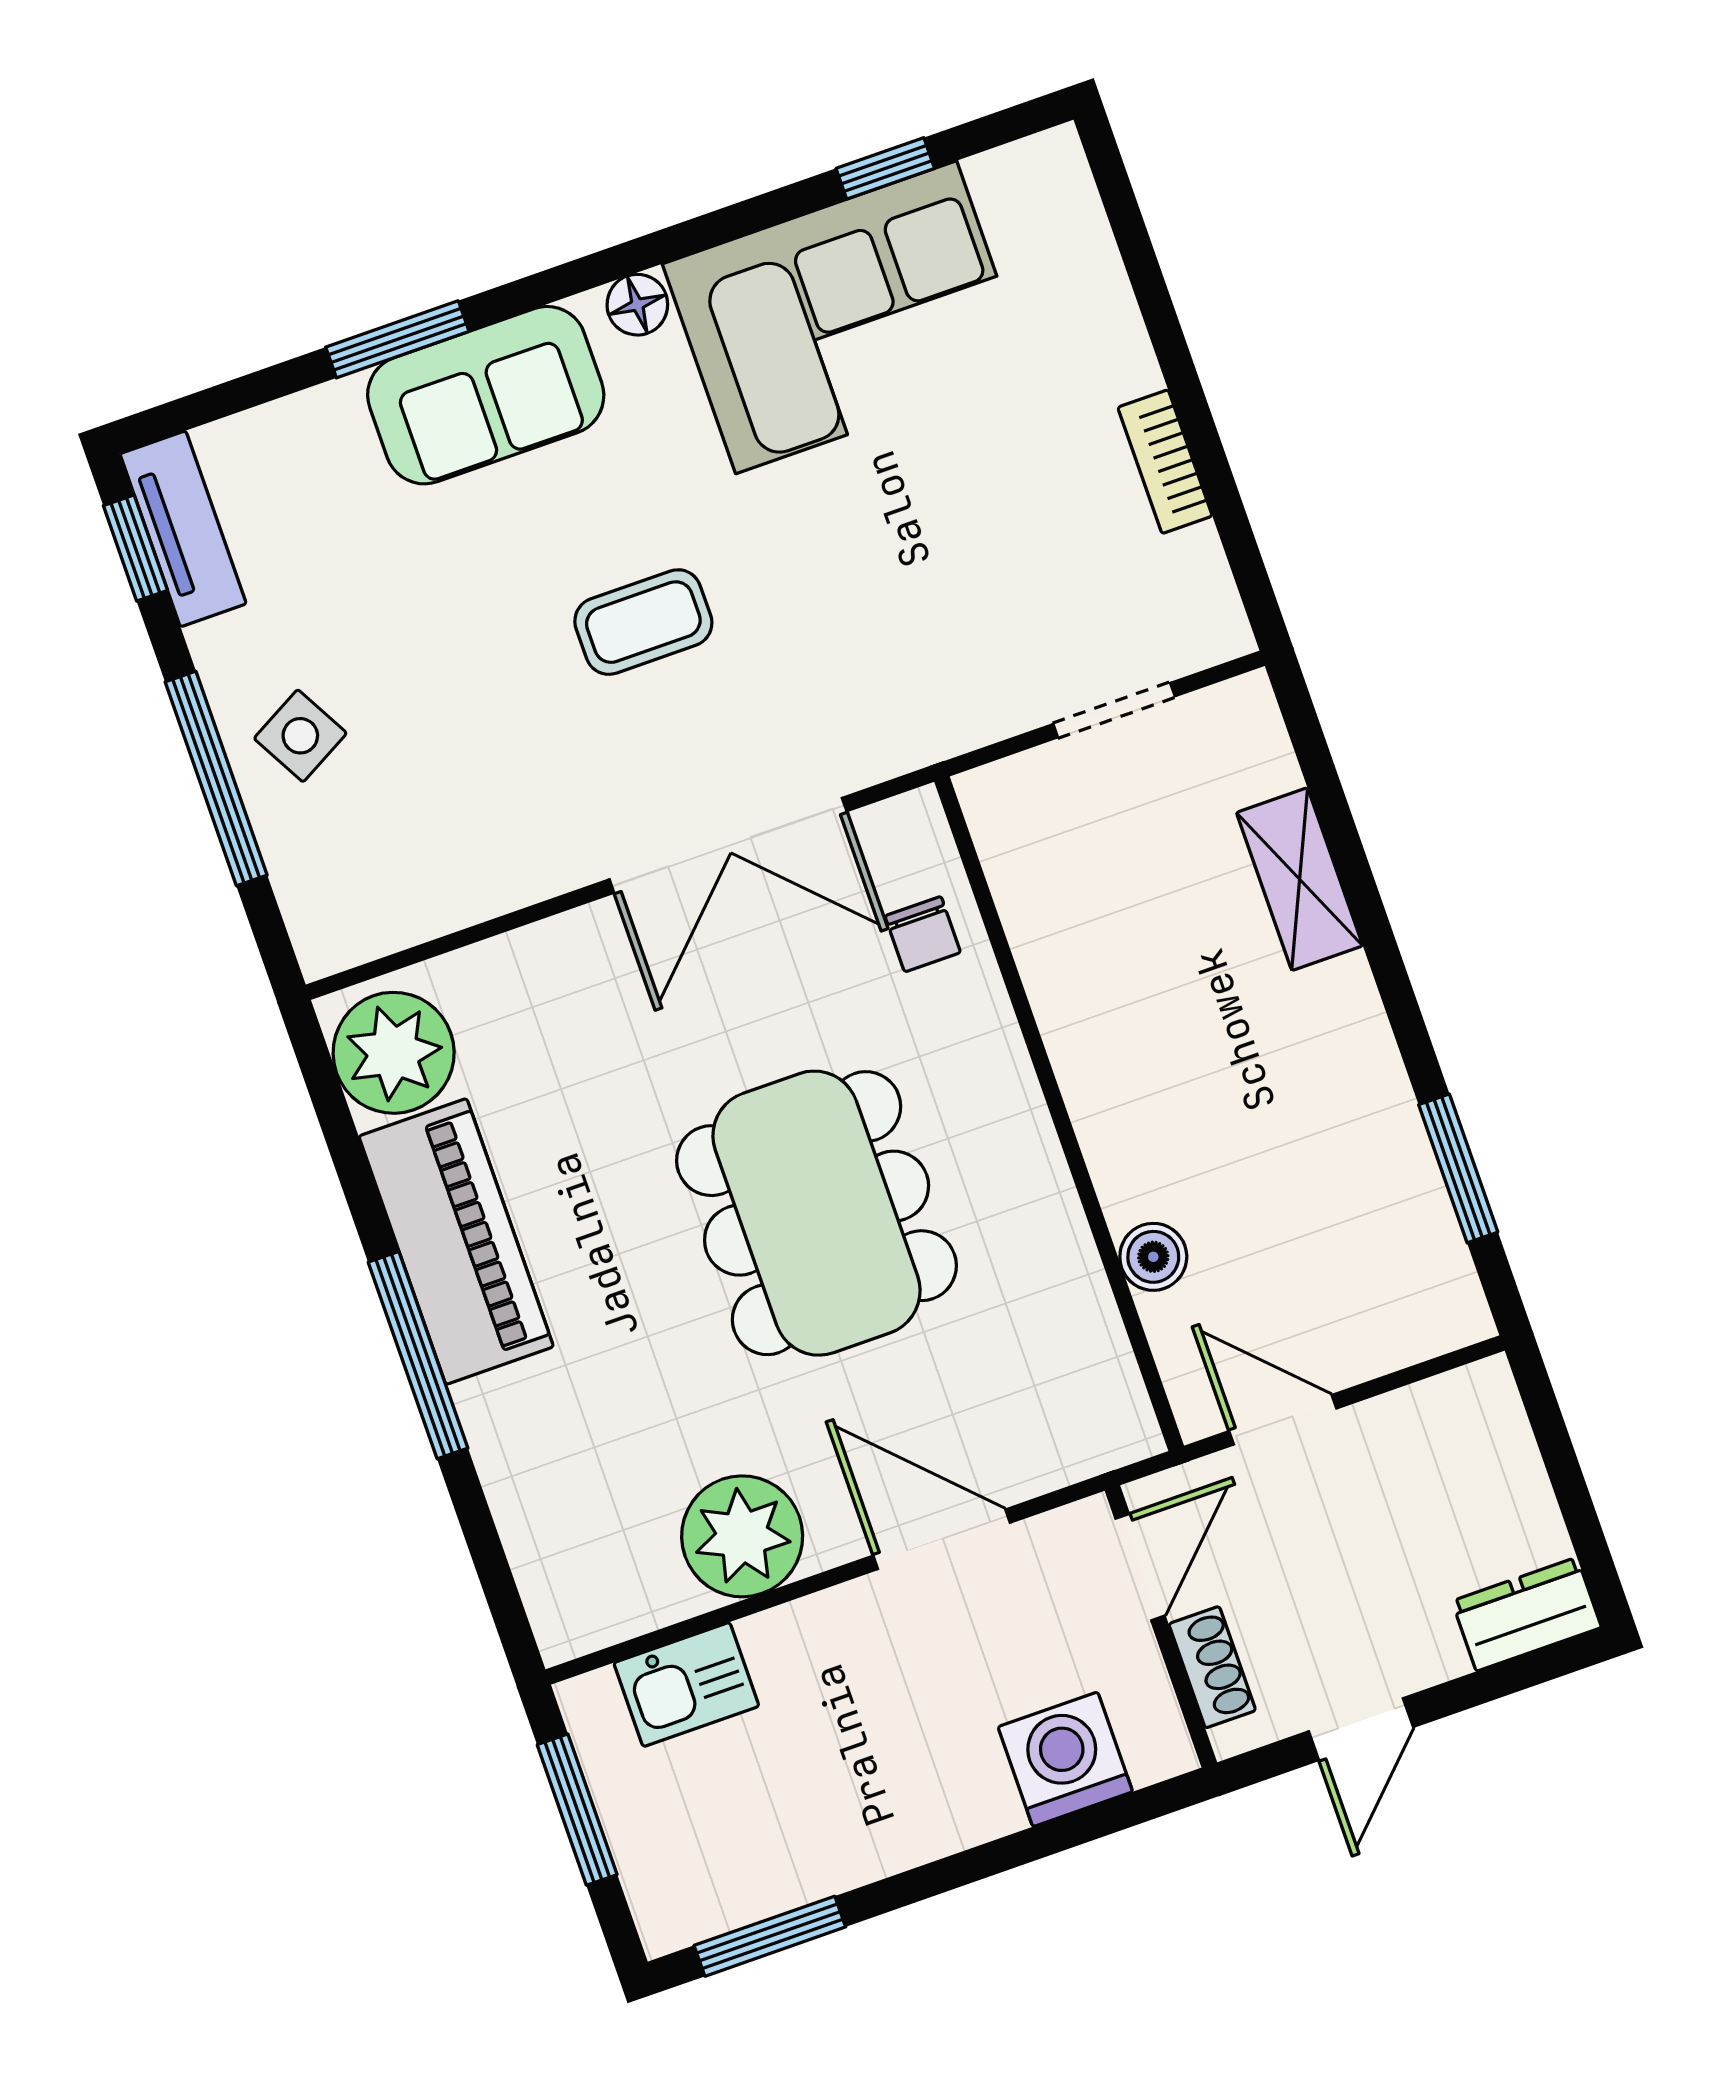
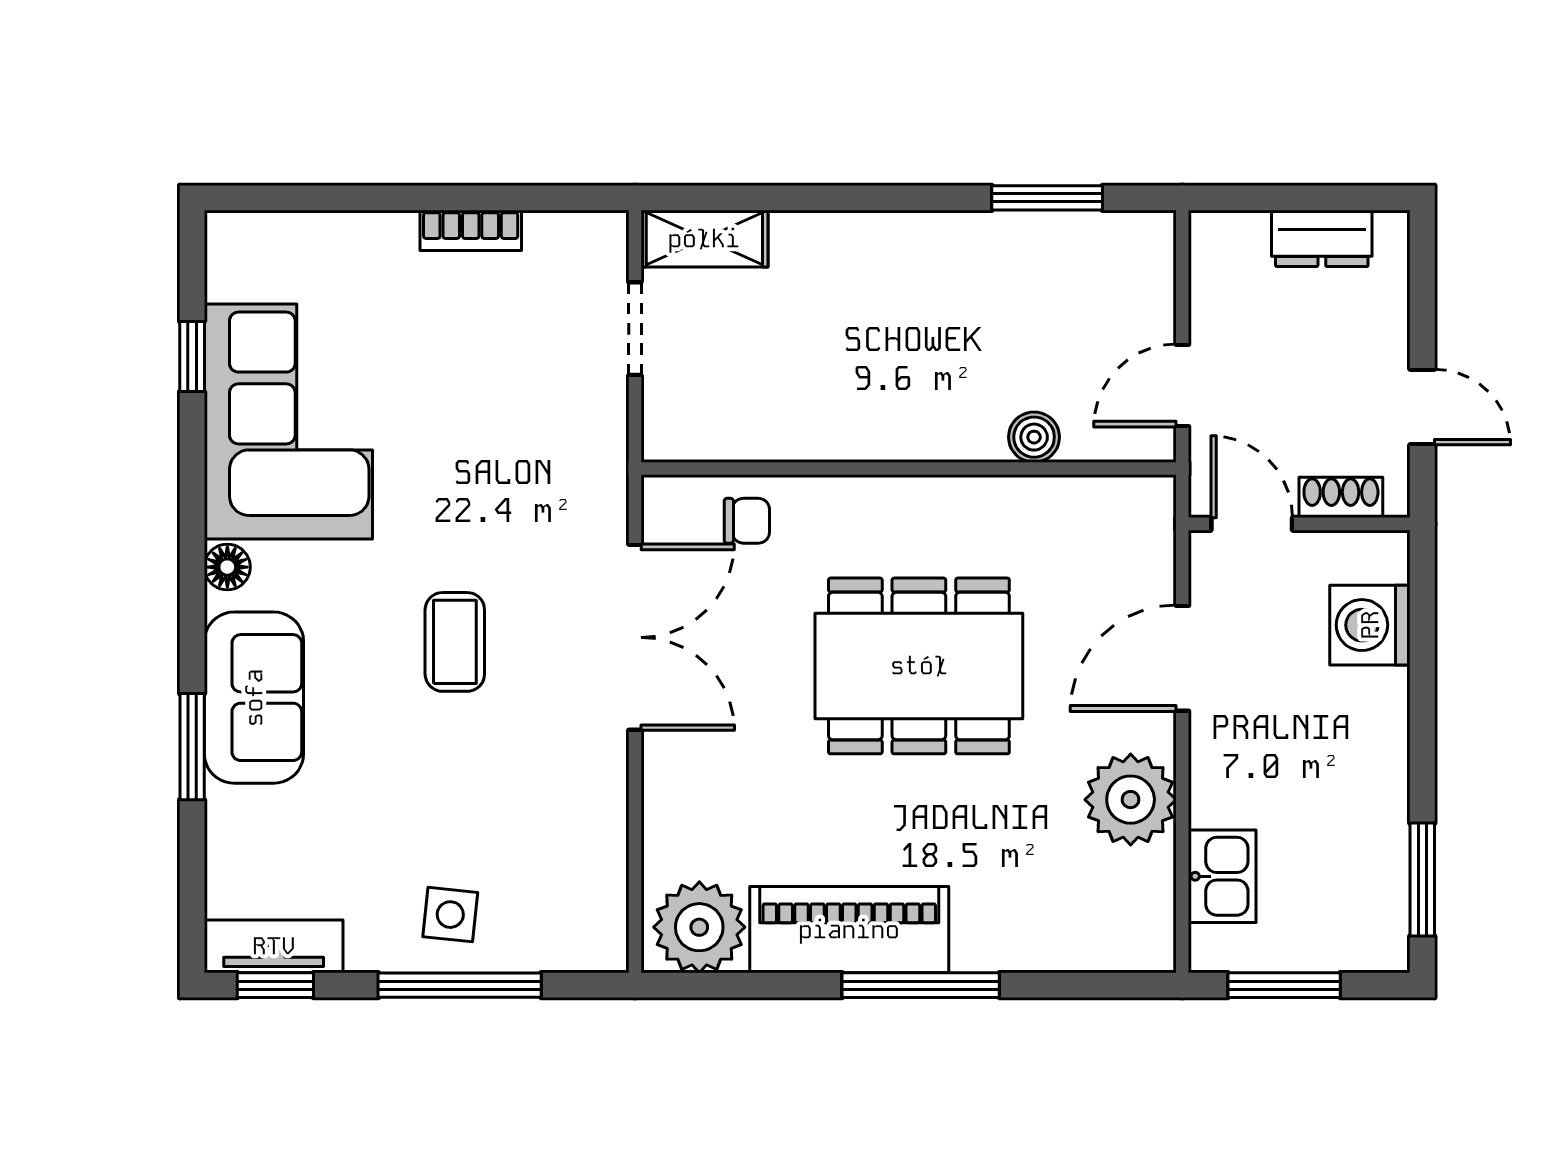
side table: (300, 736) -> (450, 915), turned 35
shelving: (1300, 879) -> (704, 239), moved
dresser: (1527, 1614) -> (1322, 238), moved, turned -90

